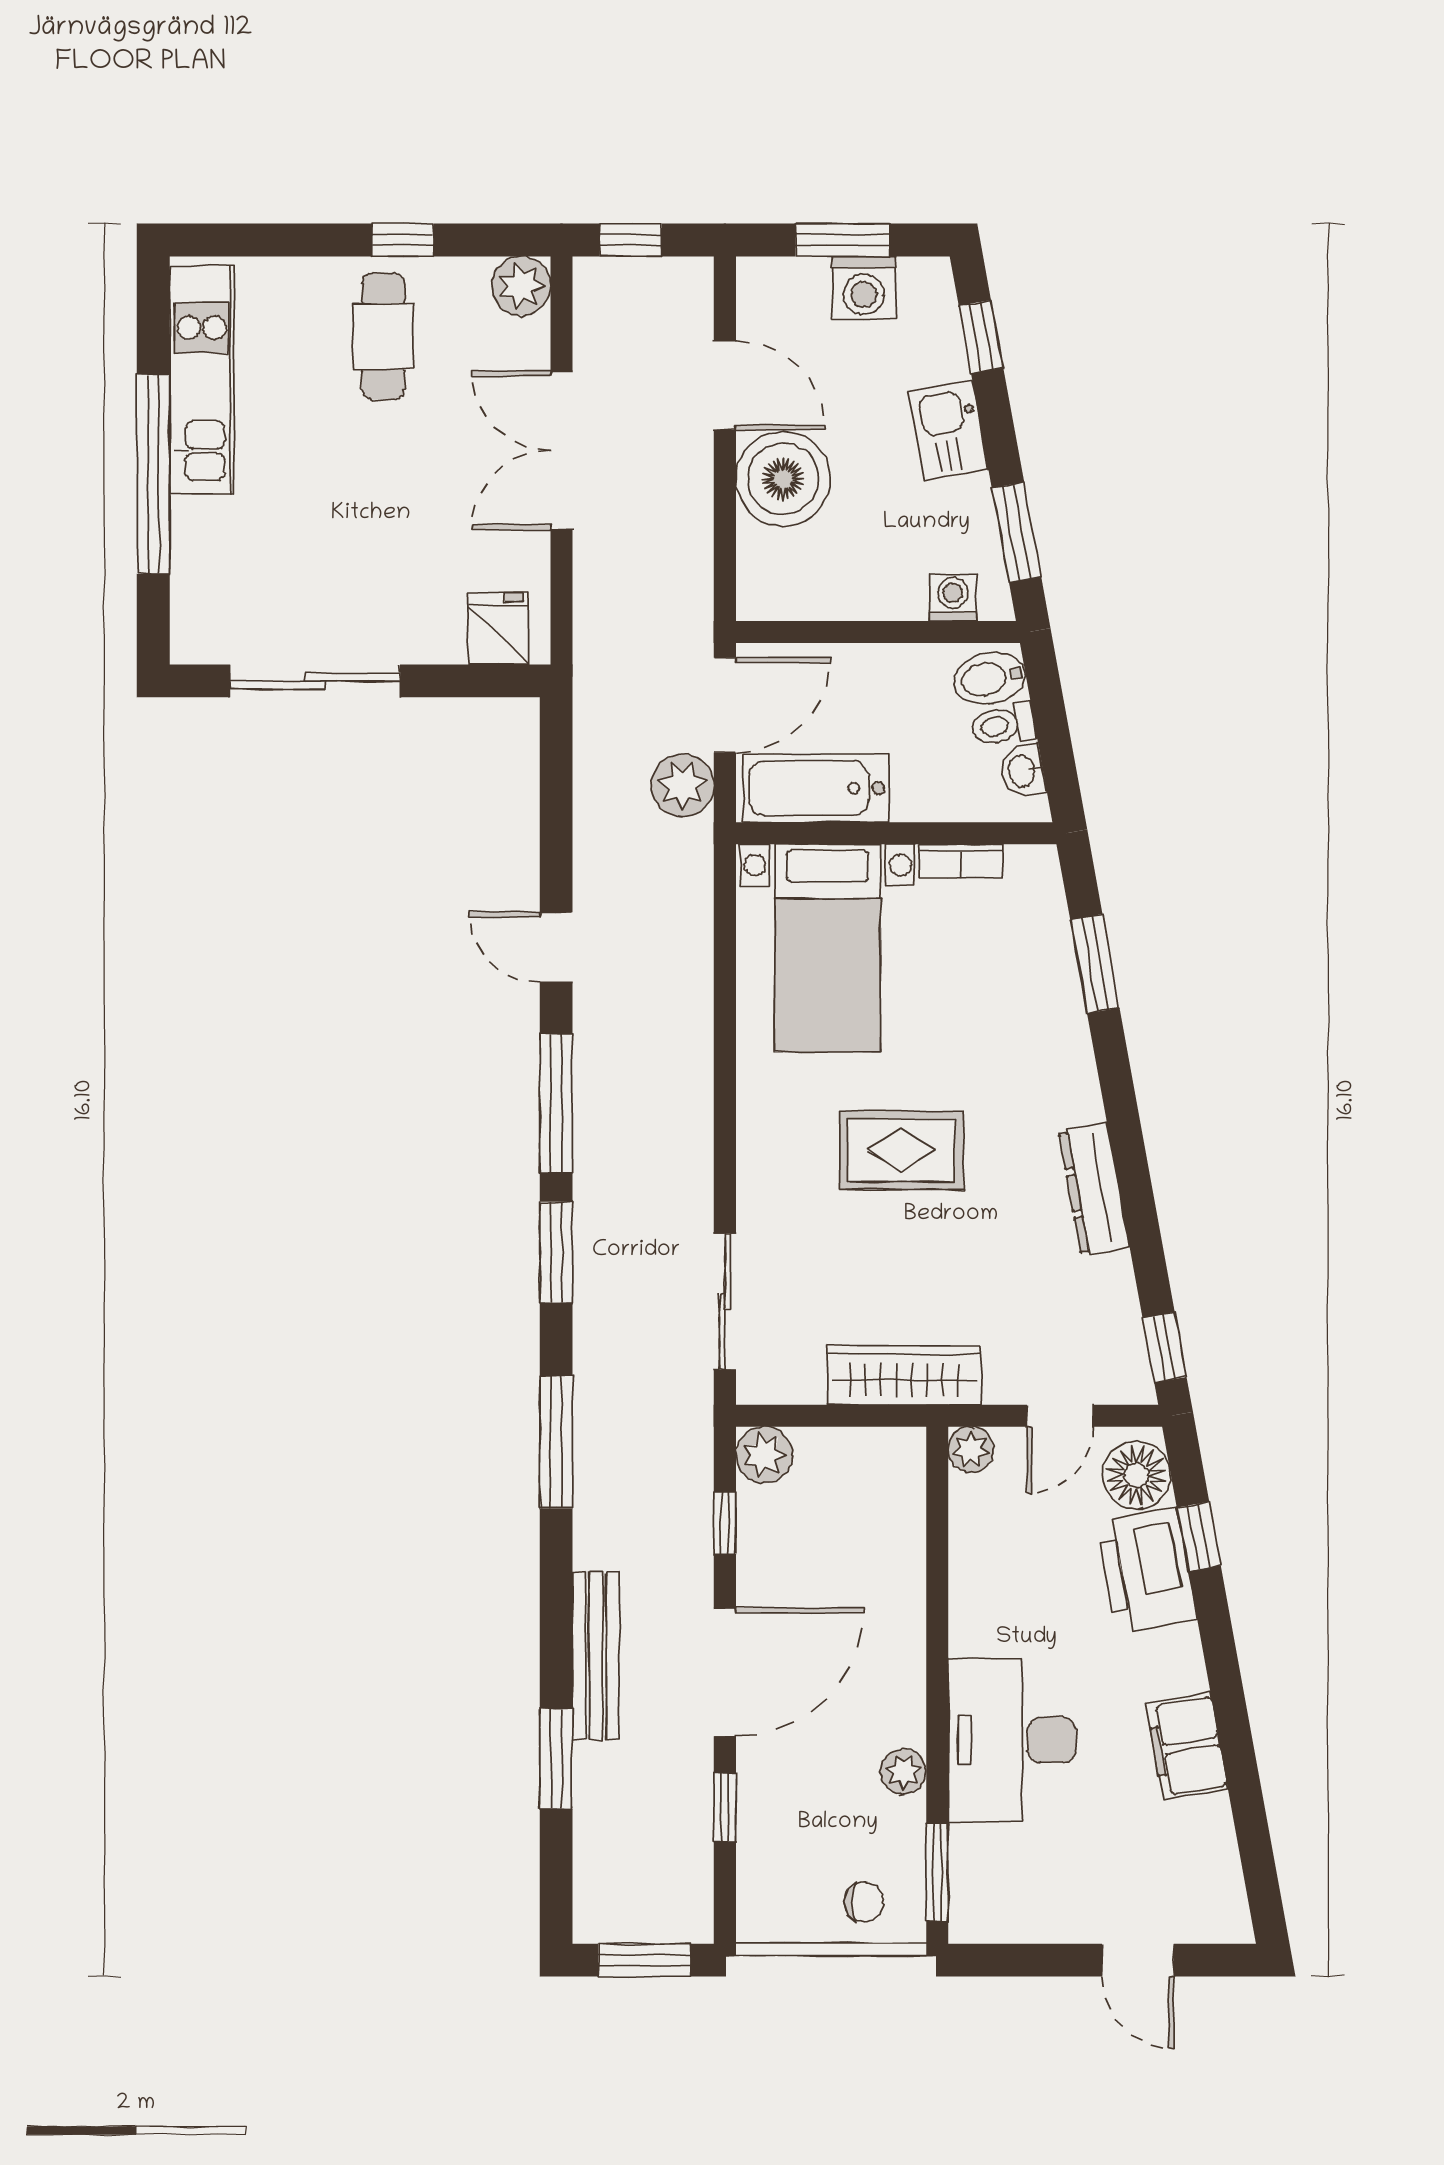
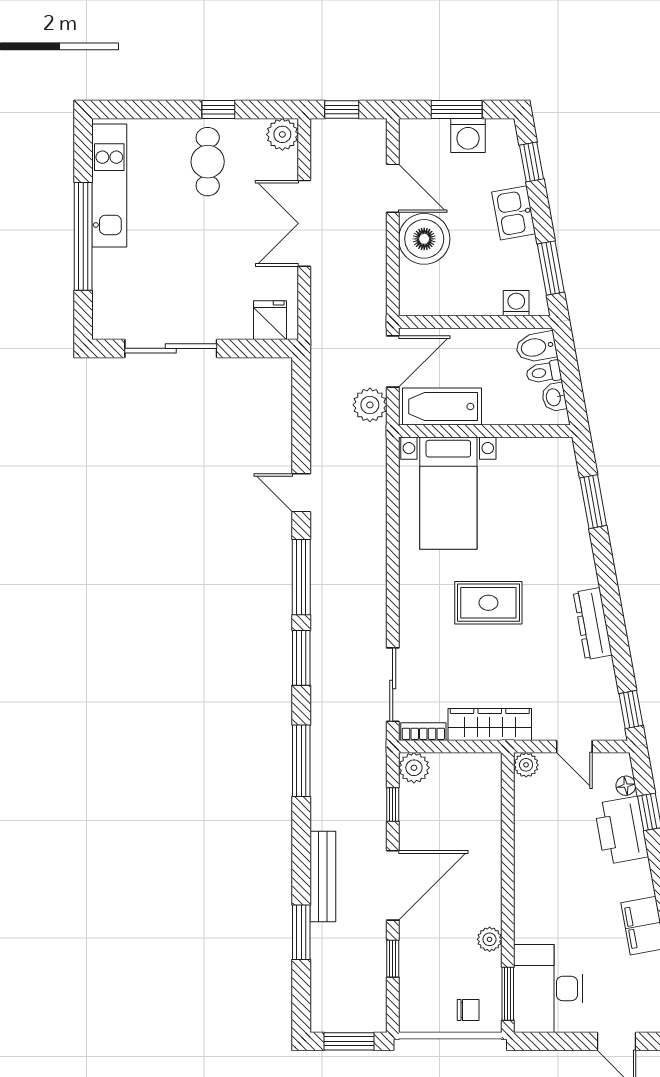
bookcase: (961, 861) -> (423, 732), moved, turned 180
door: (1060, 1416) -> (574, 747), hinge flipped
floor lamp: (1137, 1475) -> (626, 786), width x0.53, depth x0.53
desk: (1012, 1740) -> (548, 988), moved

